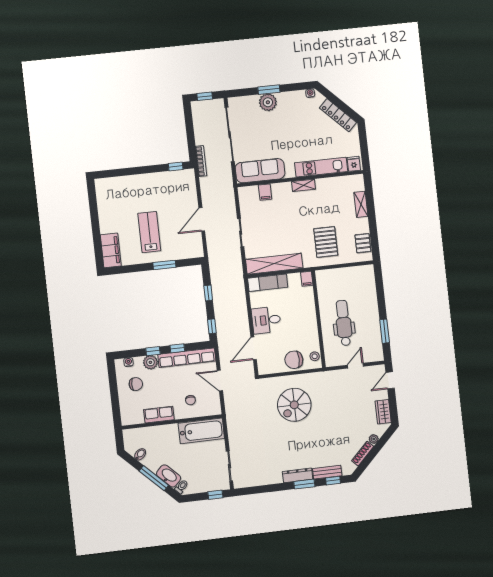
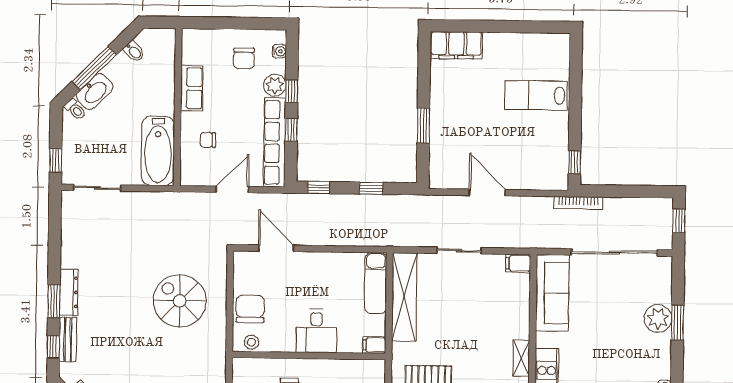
filing cabinet: (265, 192) -> (518, 263), moved
lab bench: (149, 232) -> (536, 95), moved, turned 180
desk: (266, 320) -> (316, 331), moved, turned 180

